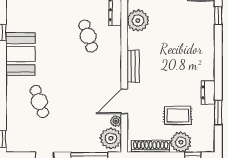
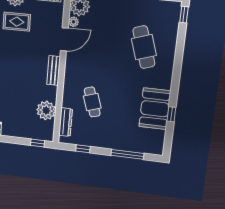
booth: (20, 54) -> (155, 109), moved
cafe table: (39, 101) -> (144, 47), width x1.37, depth x1.35

